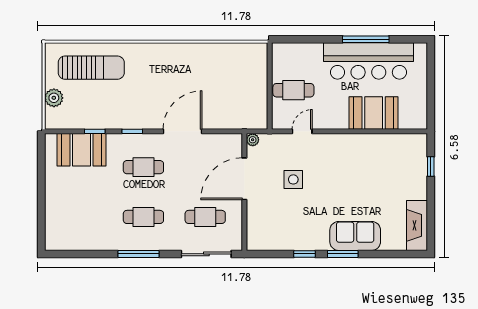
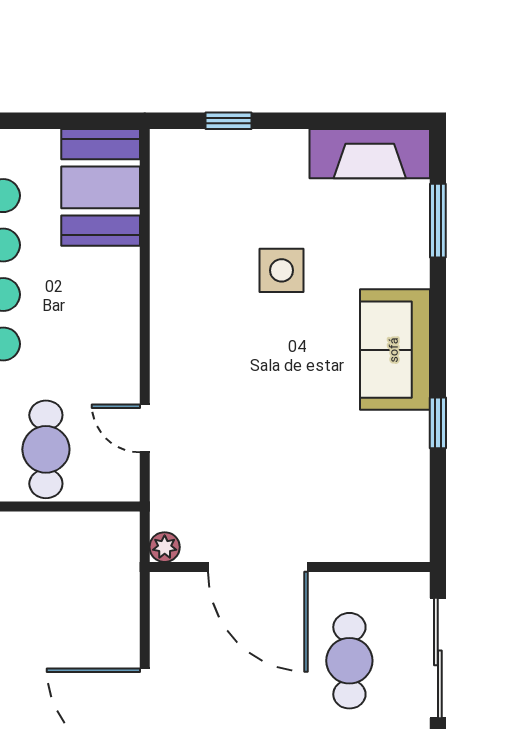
booth: (374, 113) -> (101, 187), moved
side table: (293, 179) -> (282, 270), moved
sofa: (355, 236) -> (395, 350), moved
window: (343, 254) -> (438, 221), moved

